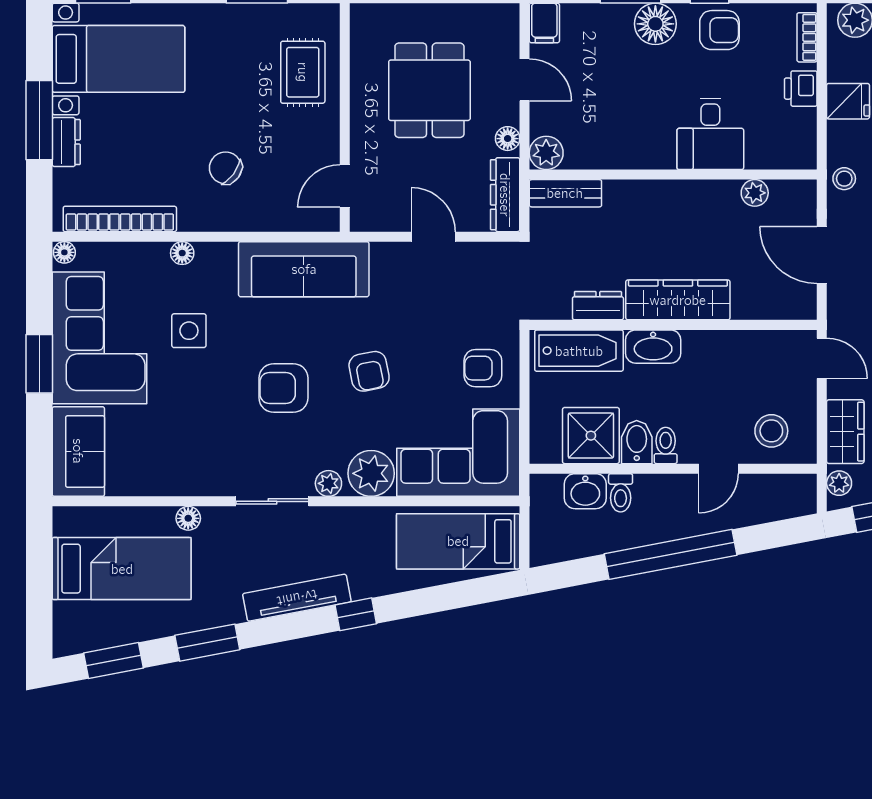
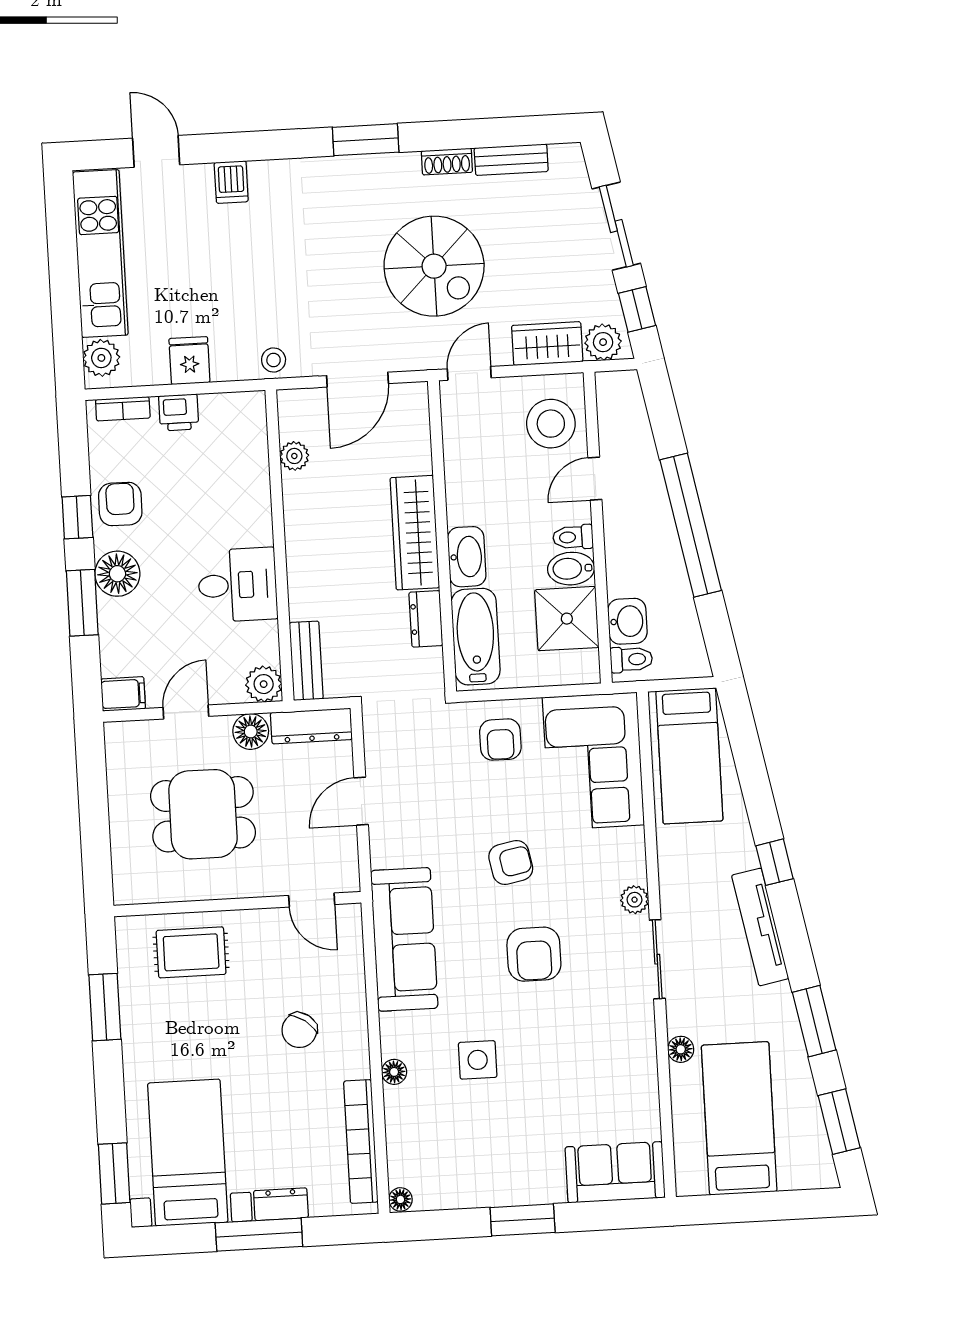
desk: (710, 134) -> (238, 585), moved
floor lamp: (508, 139) -> (251, 732), width x1.37, depth x1.37
corner sofa: (99, 338) -> (491, 1156), removed
stool: (771, 431) -> (551, 424), width x1.38, depth x1.38
door: (718, 469) -> (595, 479), swing flipped
plant: (371, 473) -> (621, 854), removed
plant: (839, 483) -> (603, 342), width x1.38, depth x1.38
toilet: (621, 493) -> (631, 659), moved

